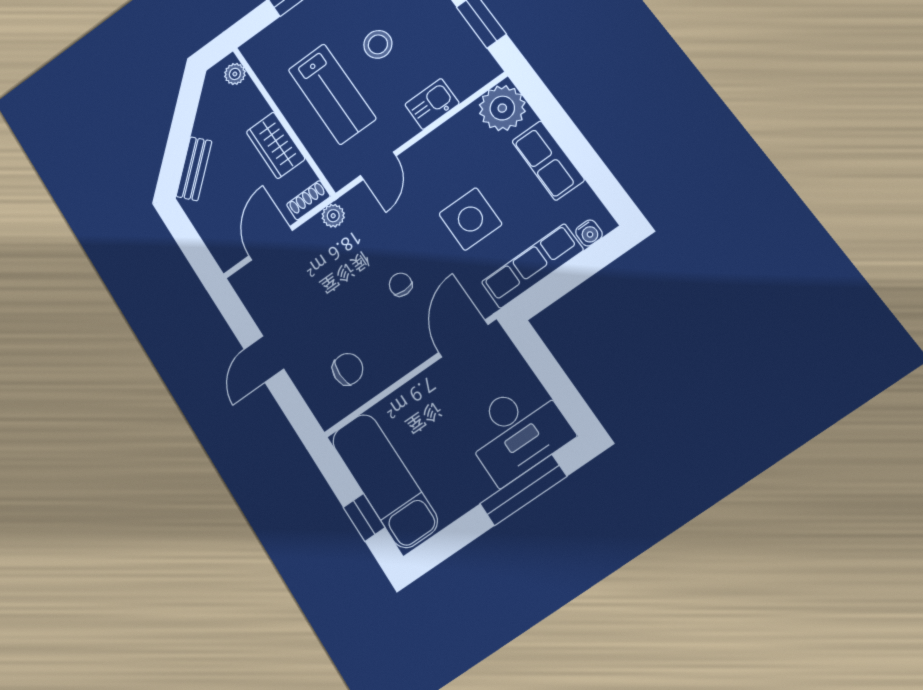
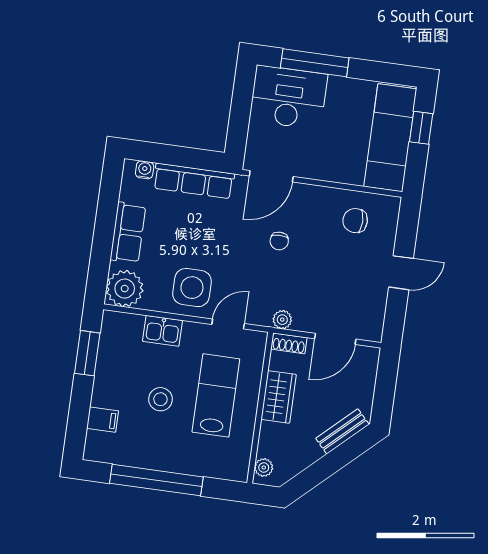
side table: (470, 219) -> (192, 288), moved

